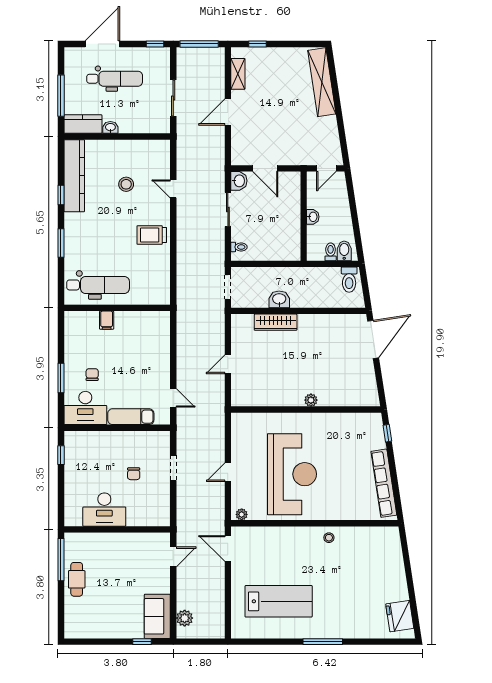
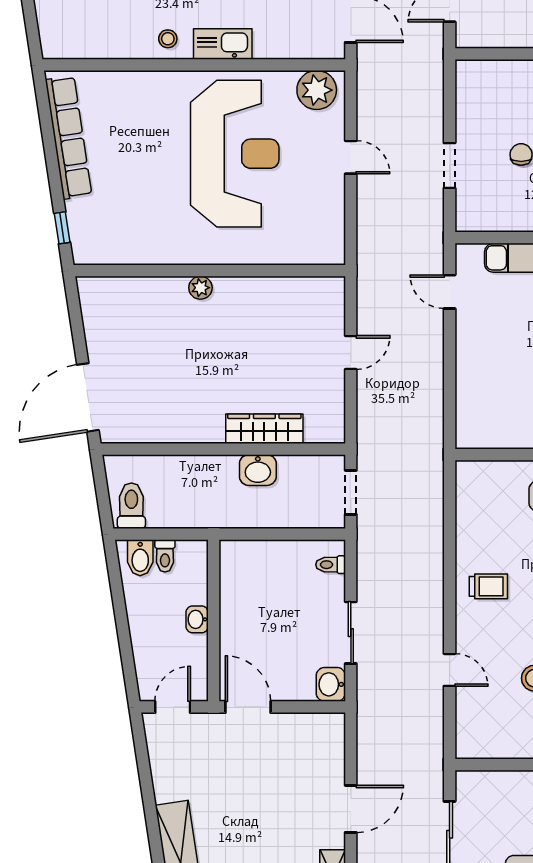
door: (265, 168) -> (248, 707), moved
trolley: (152, 235) -> (488, 586), width x0.73, depth x0.72
door: (228, 472) -> (351, 157), hinge flipped
reception desk: (292, 474) -> (235, 154), turned 180
plant: (242, 514) -> (317, 90), width x1.88, depth x1.88
kitchen sink: (299, 535) -> (223, 44), added

